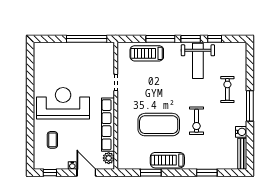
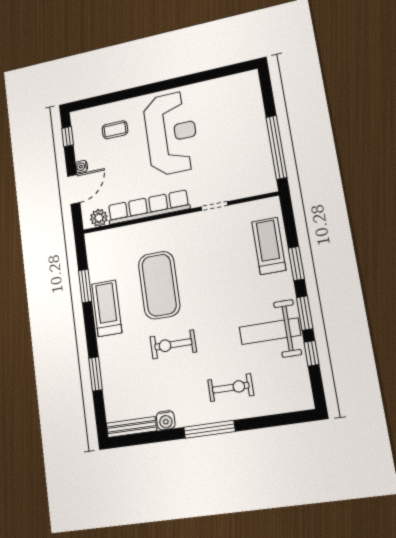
window: (160, 39) -> (296, 263), width x0.69

